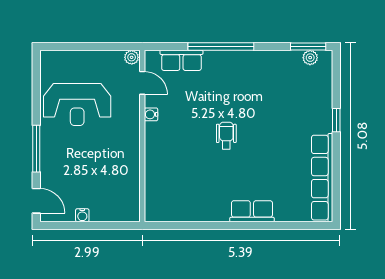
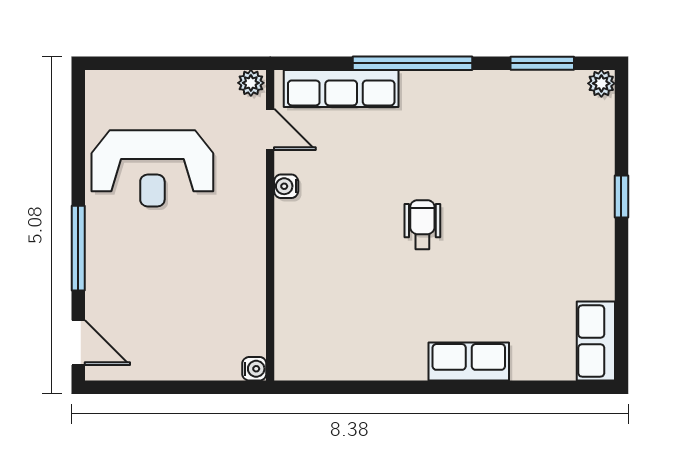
window: (308, 46) -> (542, 63), moved
plant: (310, 58) -> (601, 83), moved
row of seats: (181, 60) -> (341, 88), width x1.48
row of seats: (322, 178) -> (596, 341), width x0.50
water cooler: (82, 215) -> (254, 369), moved, turned -90

